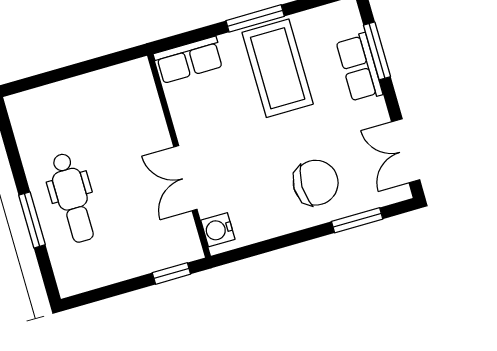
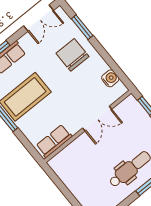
row of seats: (189, 60) -> (54, 141), moved, turned -90
water cooler: (218, 230) -> (110, 78), moved, turned -90

